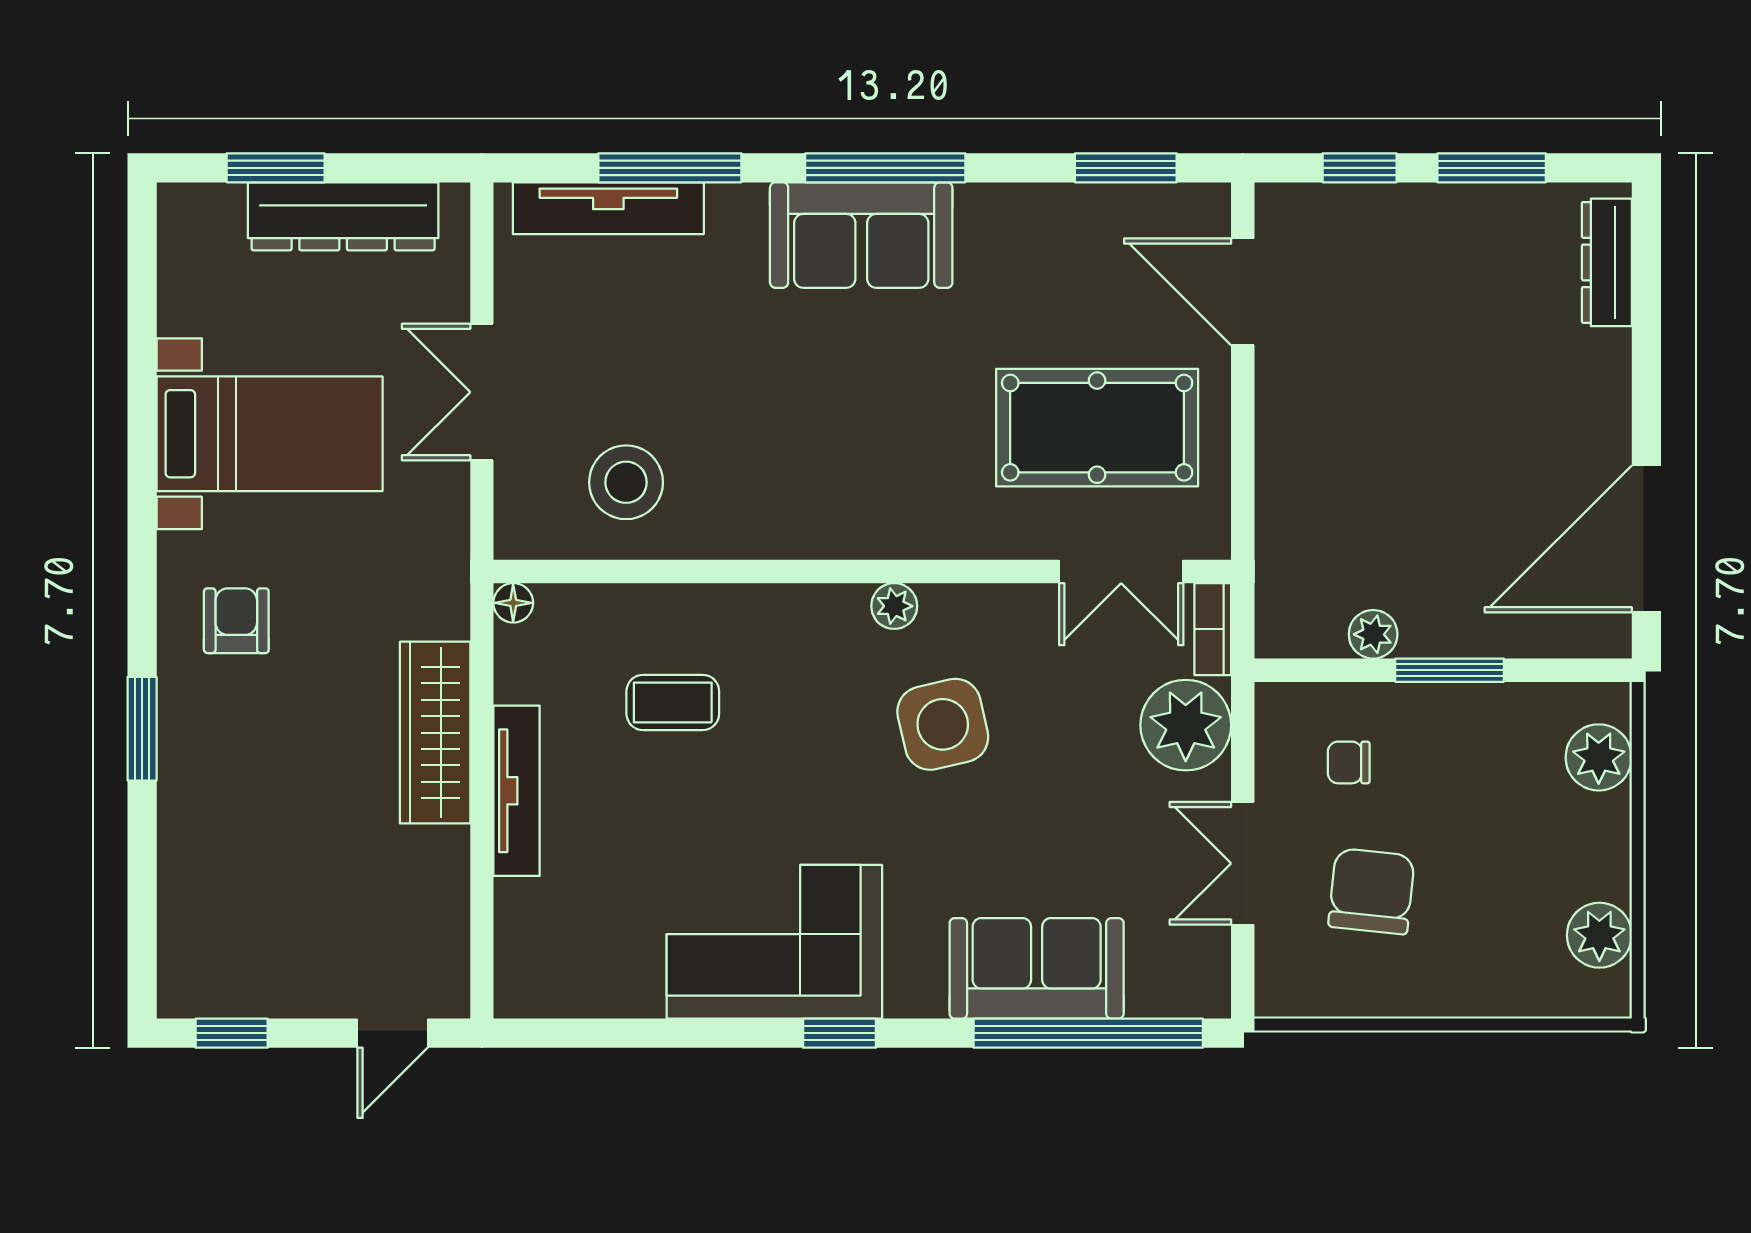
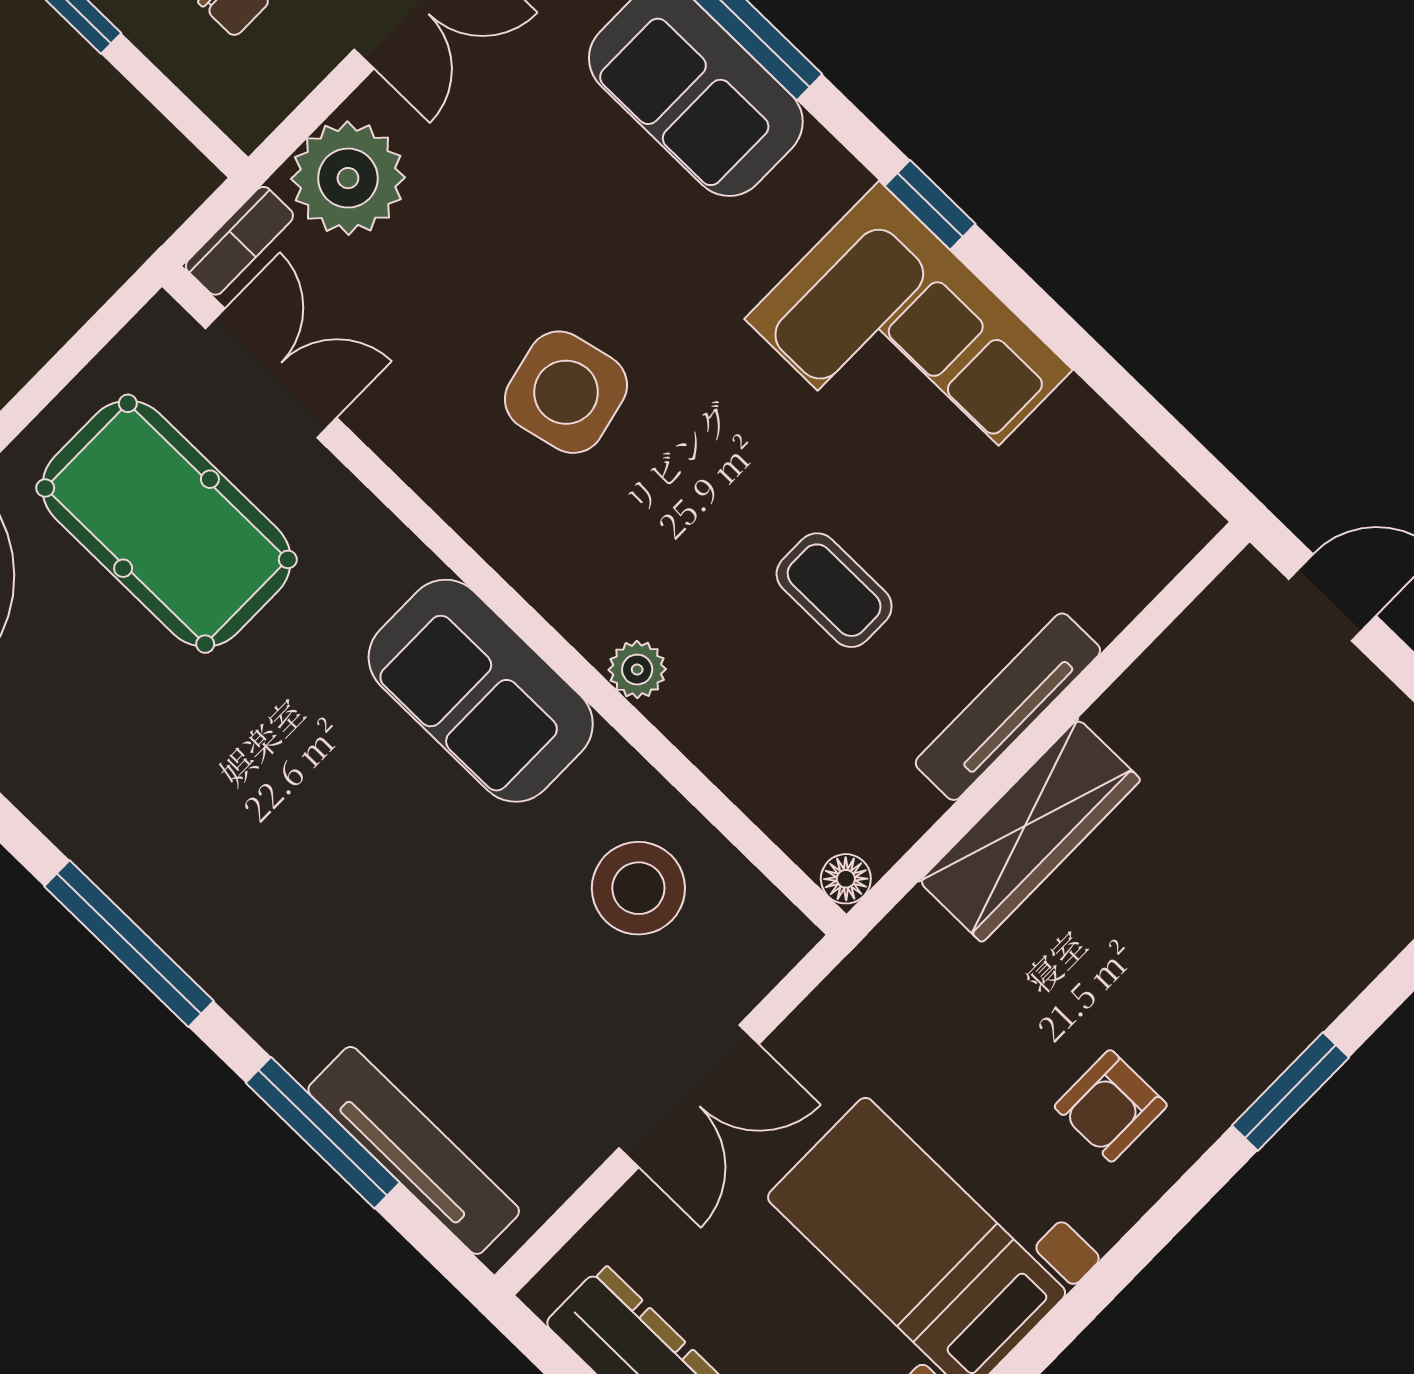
sofa: (861, 235) -> (481, 691), moved, turned 180
plant: (894, 606) -> (637, 670), moved
plant: (1373, 634) -> (100, 95), removed
coffee table: (673, 702) -> (834, 590), moved

